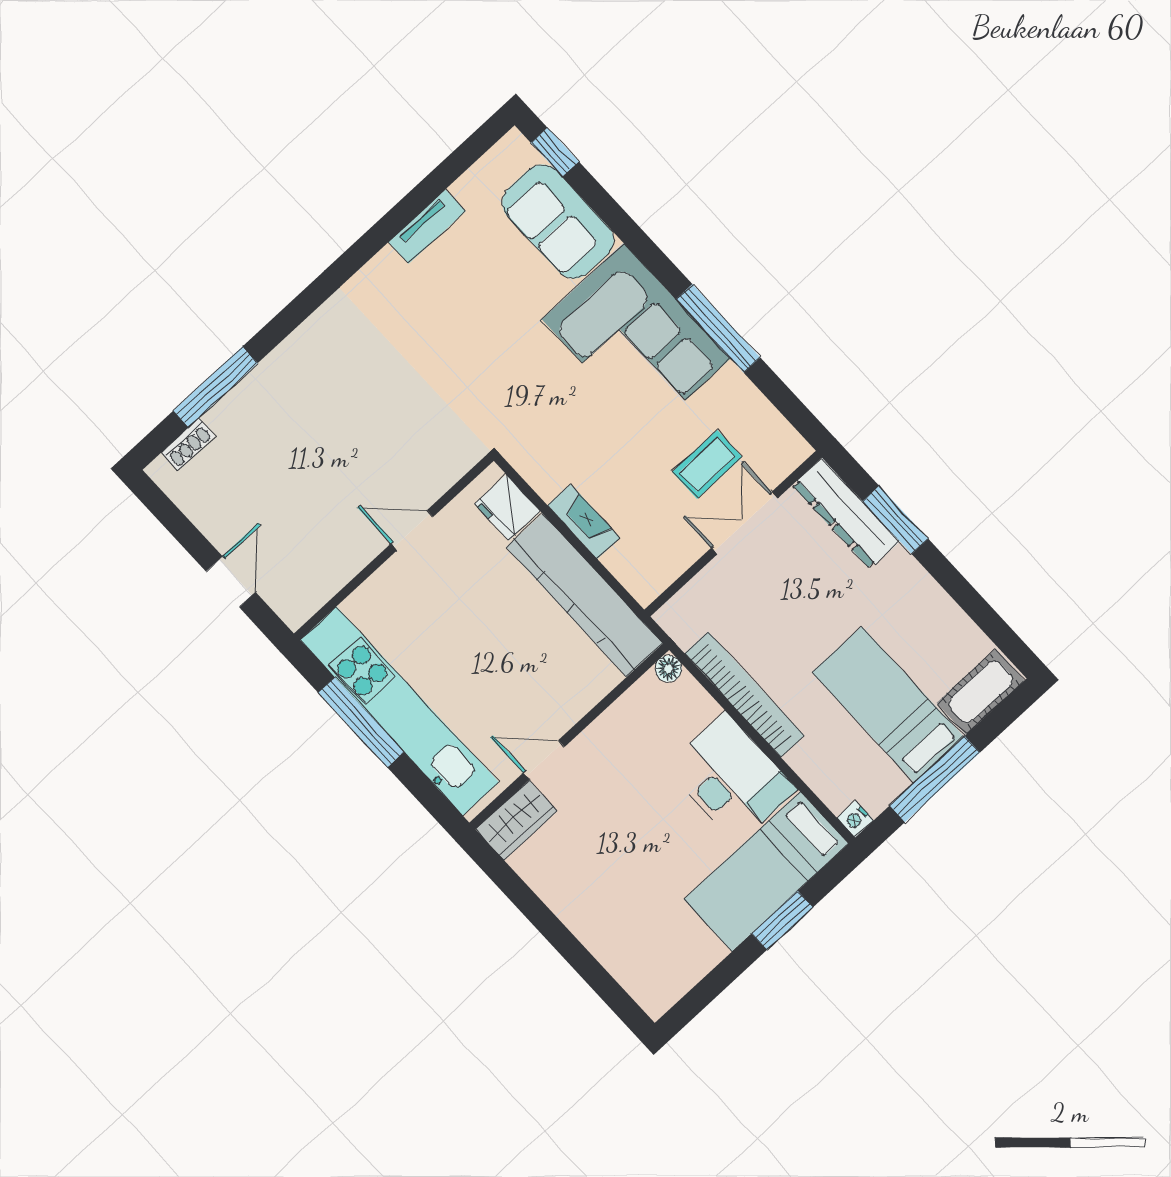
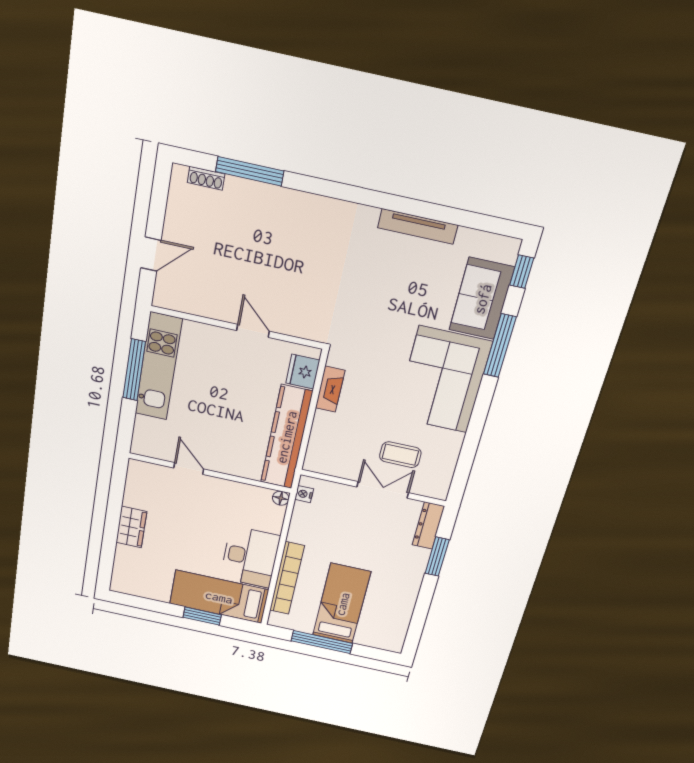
tv unit: (427, 227) -> (418, 226), width x1.41
window: (718, 328) -> (500, 346), moved
dresser: (846, 513) -> (428, 526), width x0.73, depth x0.80
fireplace: (584, 522) -> (330, 389), moved
cot: (981, 692) -> (379, 638), removed
bookcase: (744, 694) -> (287, 578), moved
kitchen unit: (399, 711) -> (158, 367), width x0.73
nightstand: (855, 819) -> (304, 494), moved
wardrobe: (516, 820) -> (131, 527), moved, turned -90

